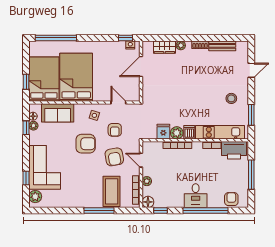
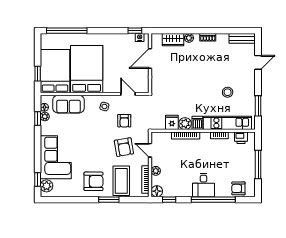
bench: (222, 46) -> (242, 38), moved
stool: (231, 98) -> (228, 92), moved
armchair: (86, 144) -> (93, 181), moved
printer: (234, 150) -> (241, 138), width x0.53, depth x0.68
window: (26, 178) -> (38, 180), moved
armchair: (231, 199) -> (238, 188), turned -90
window: (99, 211) -> (109, 200), width x0.69

